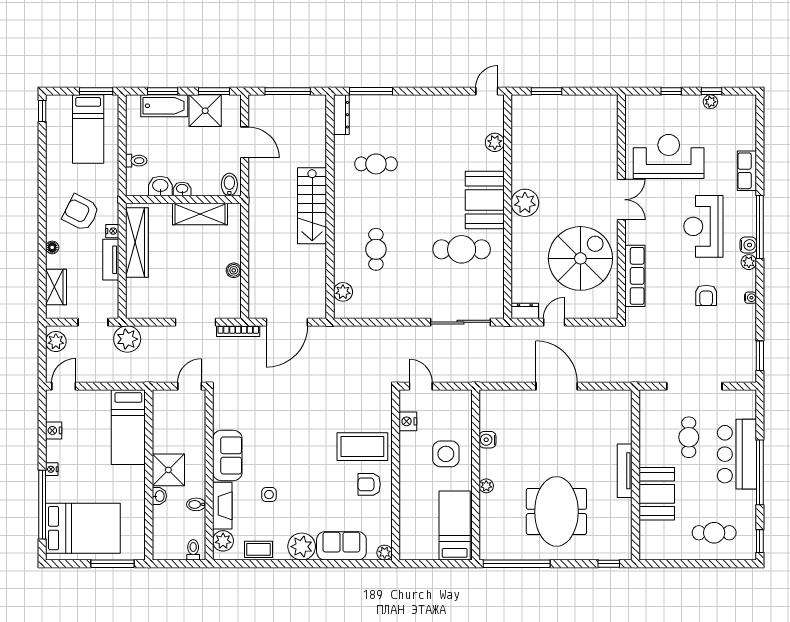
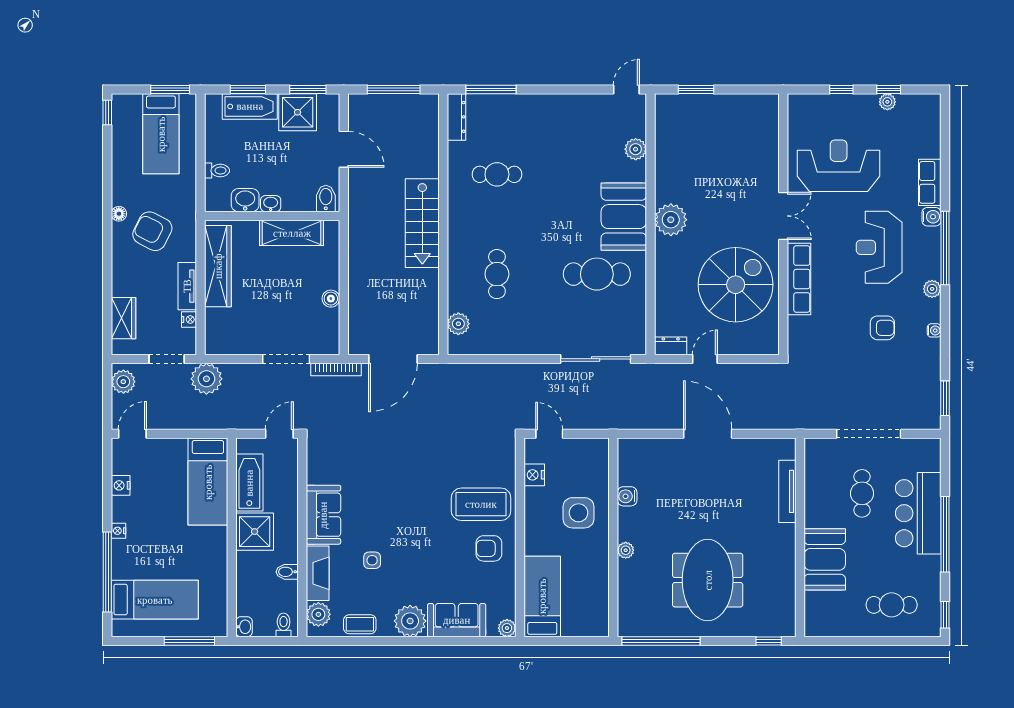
nightstand: (112, 231) -> (189, 319), moved
water cooler: (748, 245) -> (931, 217), moved
floor lamp: (52, 247) -> (119, 214), moved
row of seats: (635, 276) -> (799, 279), moved
armchair: (706, 295) -> (882, 328), turned -90
bathtub: (164, 428) -> (249, 483), added
tv unit: (625, 471) -> (787, 491), moved
washbasin: (159, 496) -> (244, 627), moved
bed: (455, 526) -> (542, 596), moved
bed: (83, 528) -> (155, 600), width x0.67

